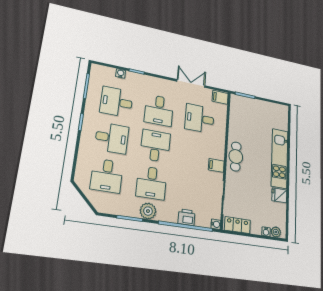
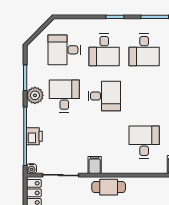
desk: (117, 102) -> (144, 50), turned 180
desk: (159, 110) -> (144, 96), removed
desk: (151, 183) -> (64, 96), turned 90

